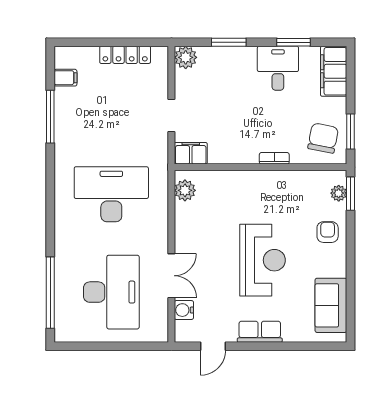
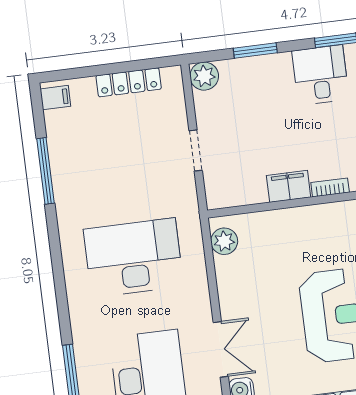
filing cabinet: (65, 78) -> (55, 98), moved
filing cabinet: (191, 153) -> (289, 186), moved

